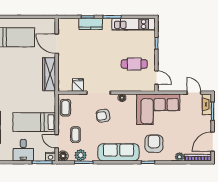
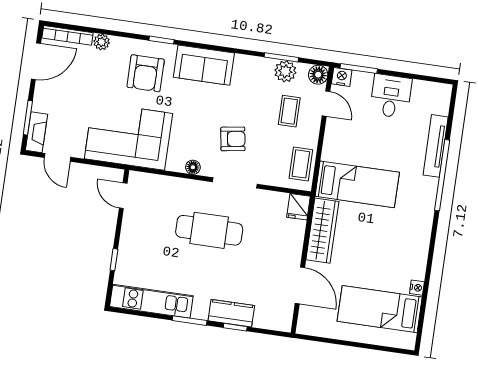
cafe table: (134, 64) -> (209, 230), moved, width x1.37, depth x1.35
fridge: (78, 85) -> (299, 207), moved
bed: (34, 122) -> (357, 184), moved
sofa: (118, 152) -> (204, 65), width x0.73

